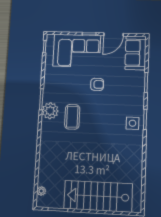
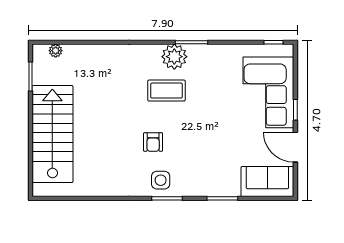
armchair: (97, 84) -> (153, 142), moved

